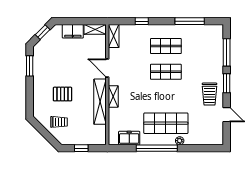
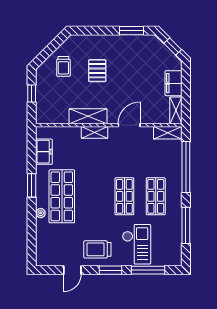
window: (142, 21) -> (186, 167), width x3.17
checkout: (205, 62) -> (137, 244), added
shelving: (100, 102) -> (88, 116), width x0.68
window: (157, 148) -> (32, 185), width x0.47

